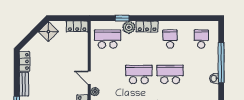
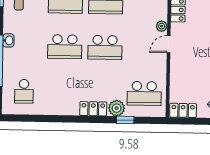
school desk: (170, 39) -> (64, 92), removed
door: (89, 78) -> (169, 44), swing flipped

